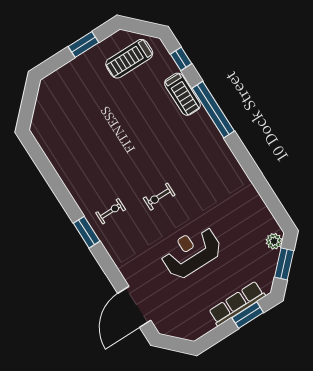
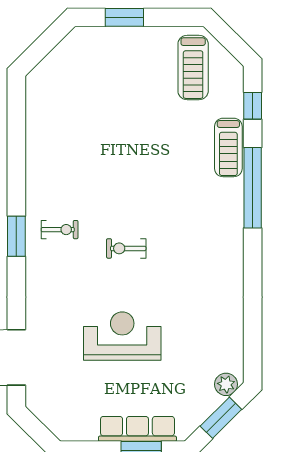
window: (83, 44) -> (124, 17), moved
treadmill: (129, 59) -> (193, 67), turned -90

